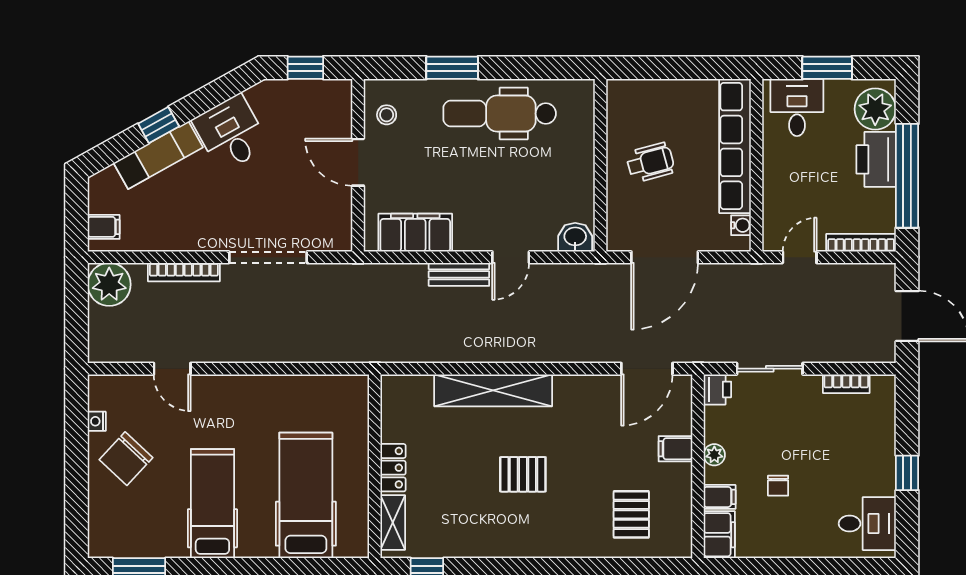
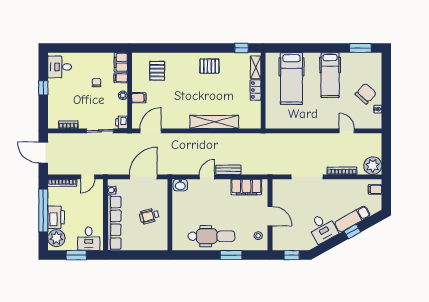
pallet: (523, 474) -> (209, 66), moved

